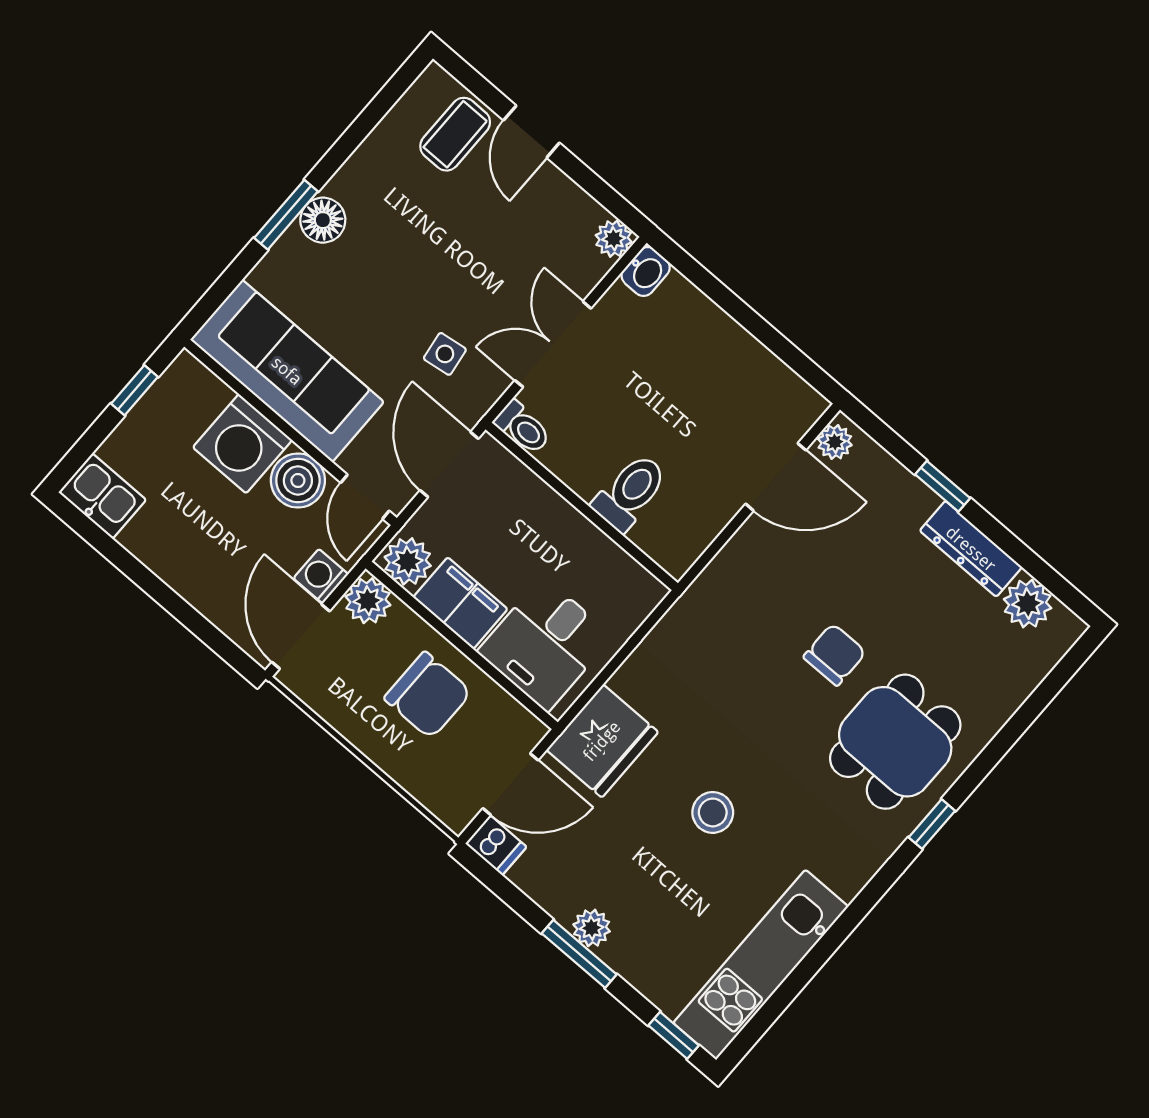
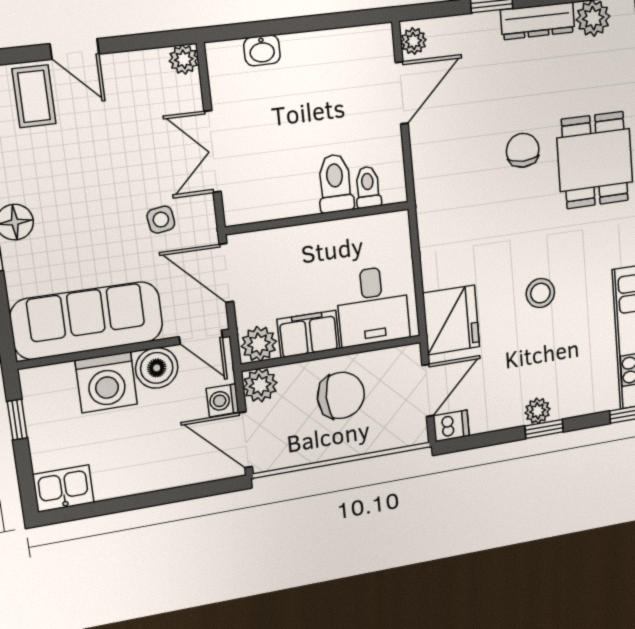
washbasin: (646, 272) -> (262, 50), moved, turned 90
toilet: (523, 427) -> (368, 187), moved, turned -90
window: (579, 954) -> (544, 429), width x0.67

